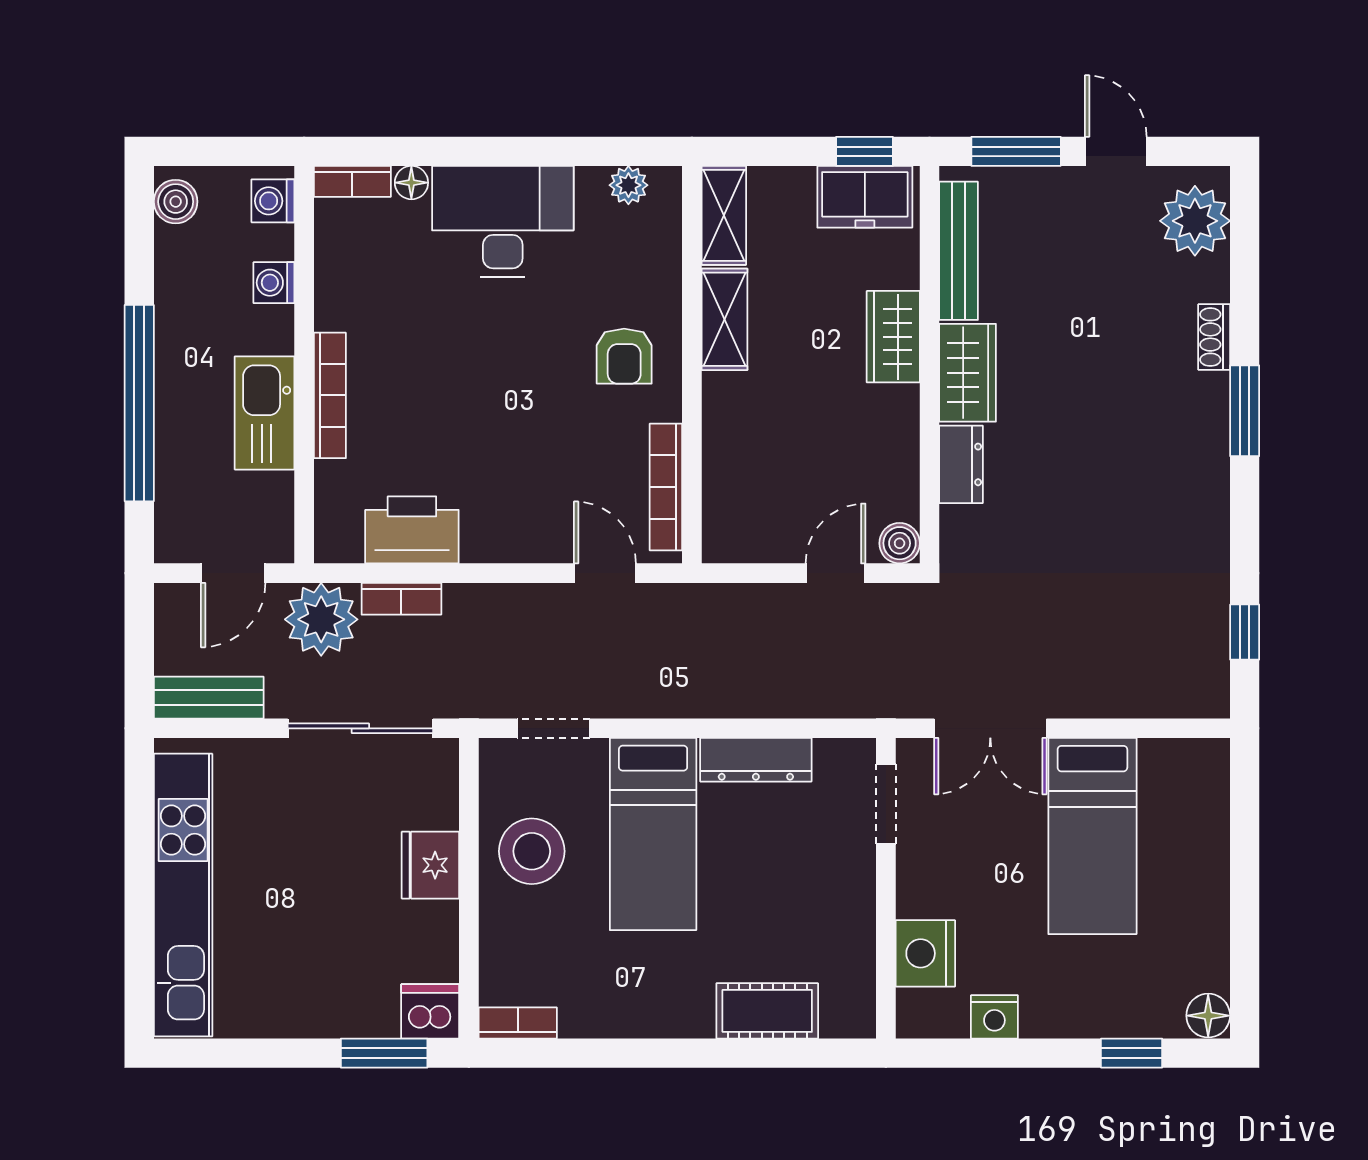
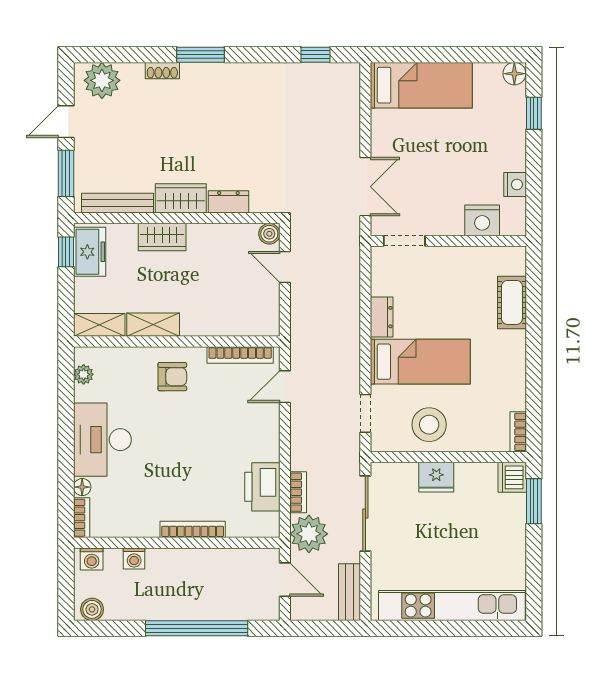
kitchen sink: (265, 413) -> (202, 563), removed
dresser: (756, 760) -> (382, 317), width x0.70
bed: (1092, 836) -> (421, 85), moved

